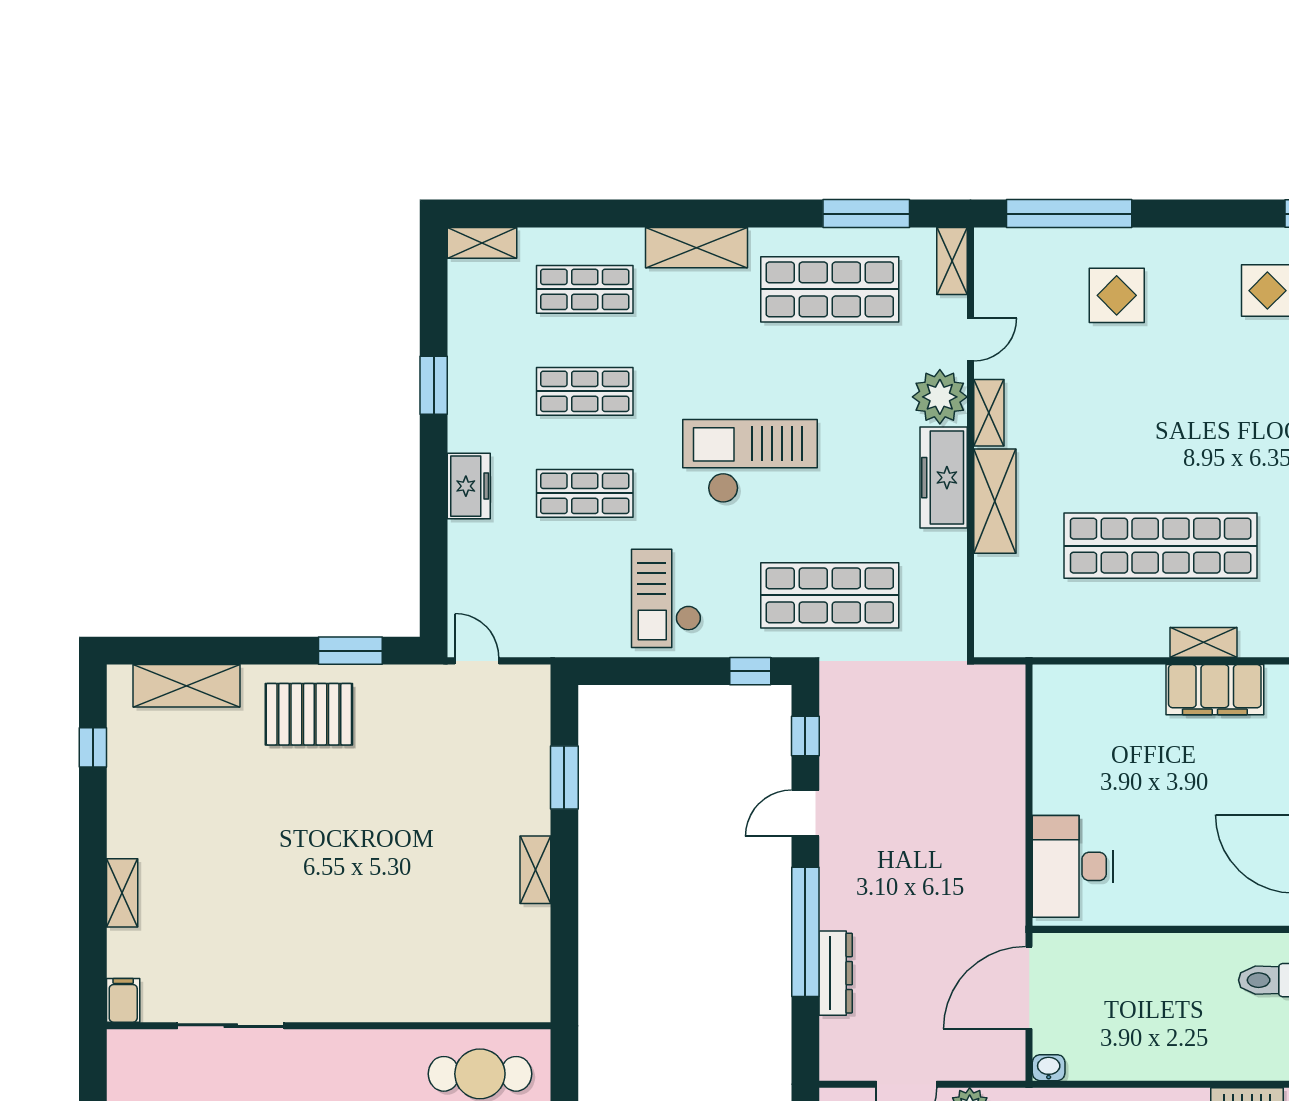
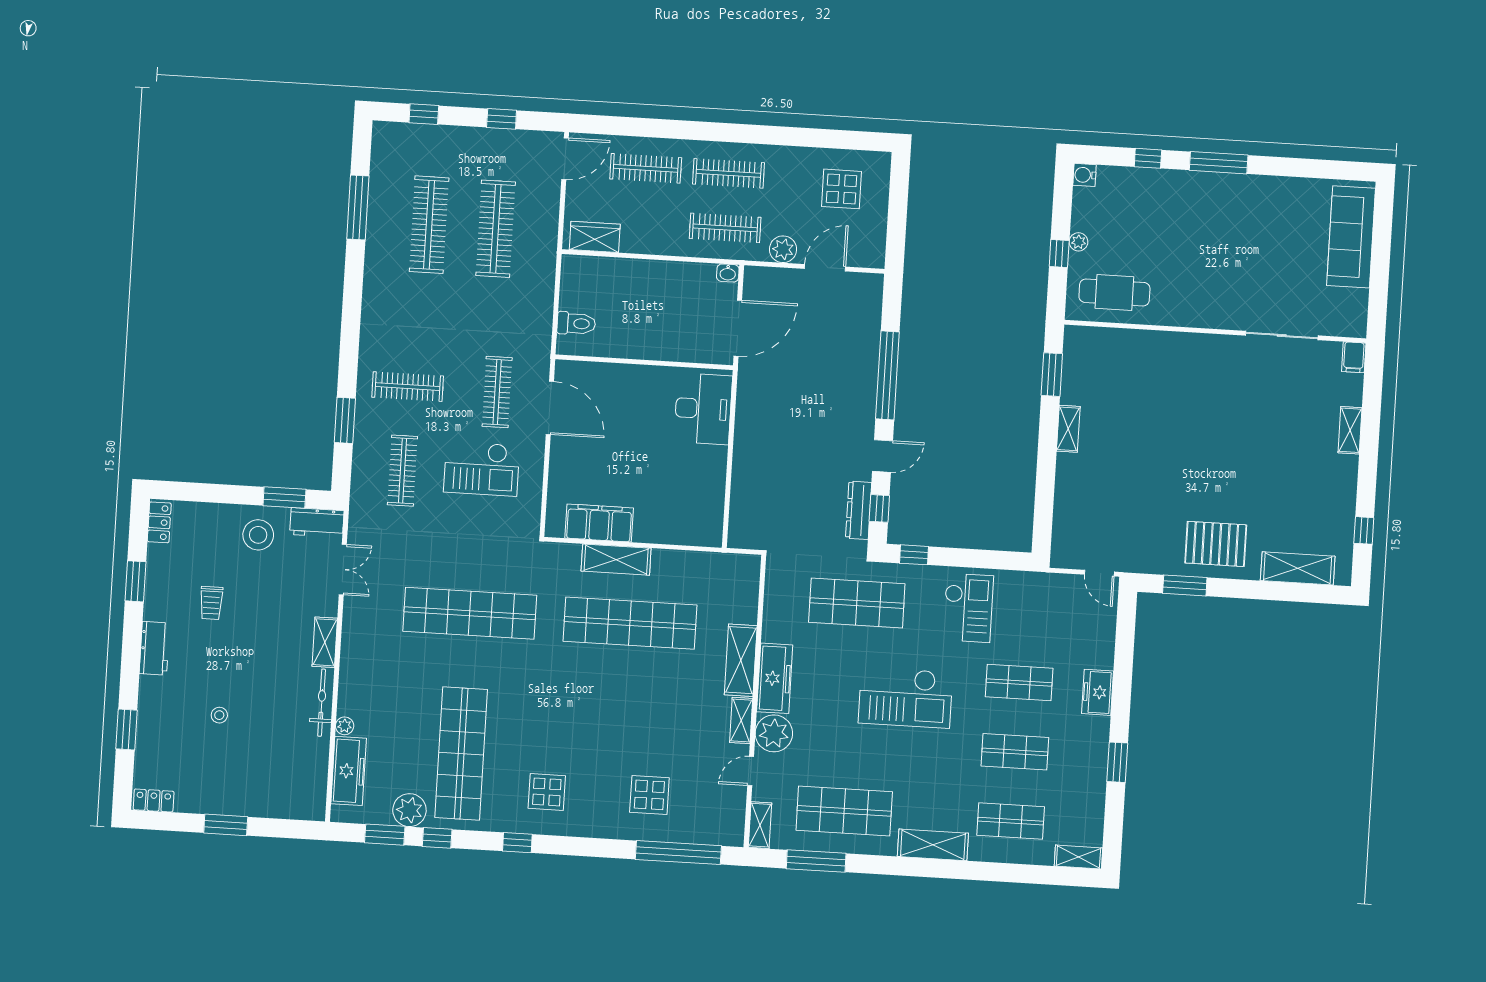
shelving: (1203, 642) -> (616, 560), width x1.50, depth x1.33
window: (564, 777) -> (1052, 375), moved
dresser: (836, 973) -> (859, 510), moved

